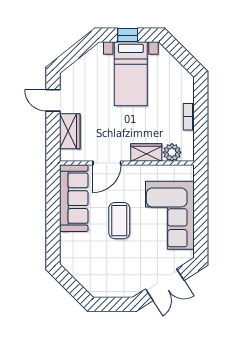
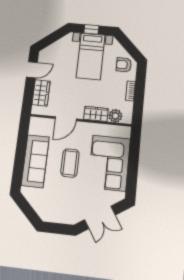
armchair: (177, 81) -> (124, 65), added
door: (53, 100) -> (32, 70), swing flipped
sofa: (74, 198) -> (35, 161), moved

